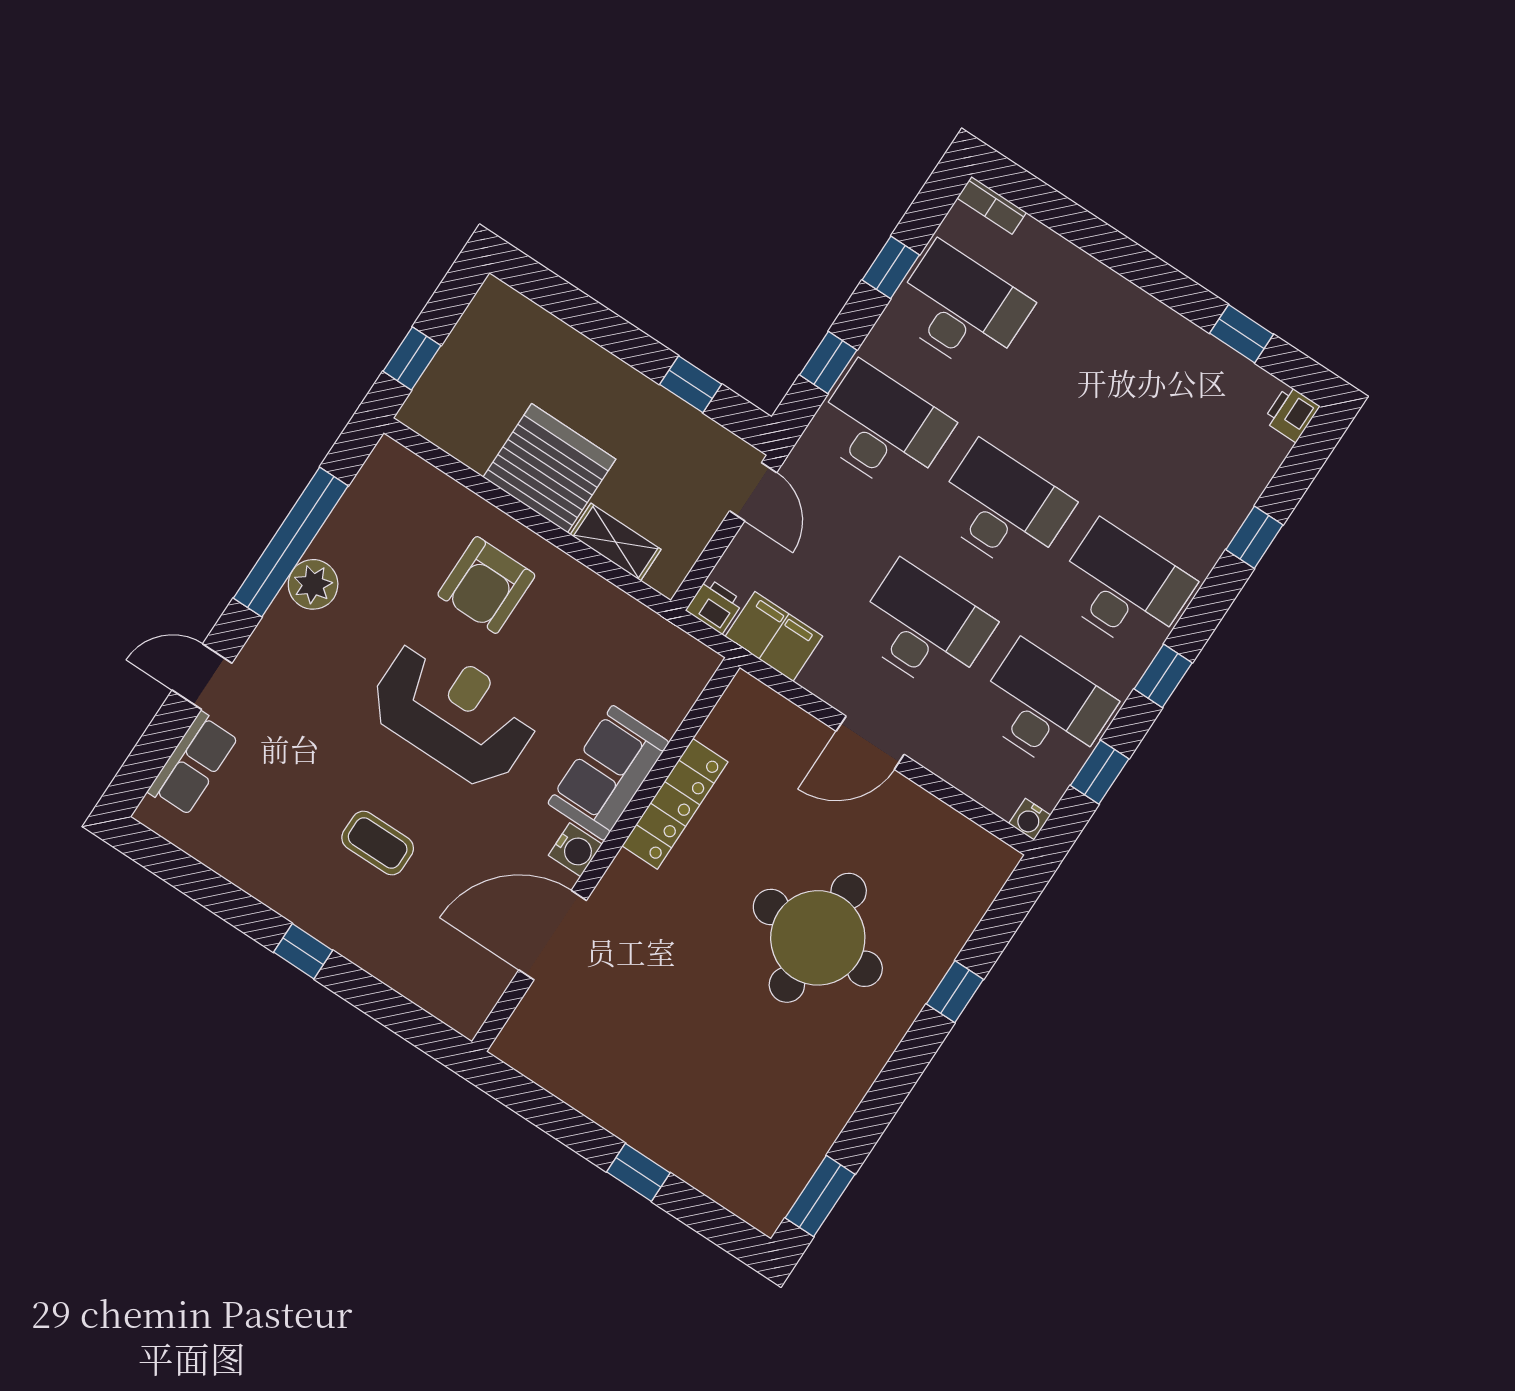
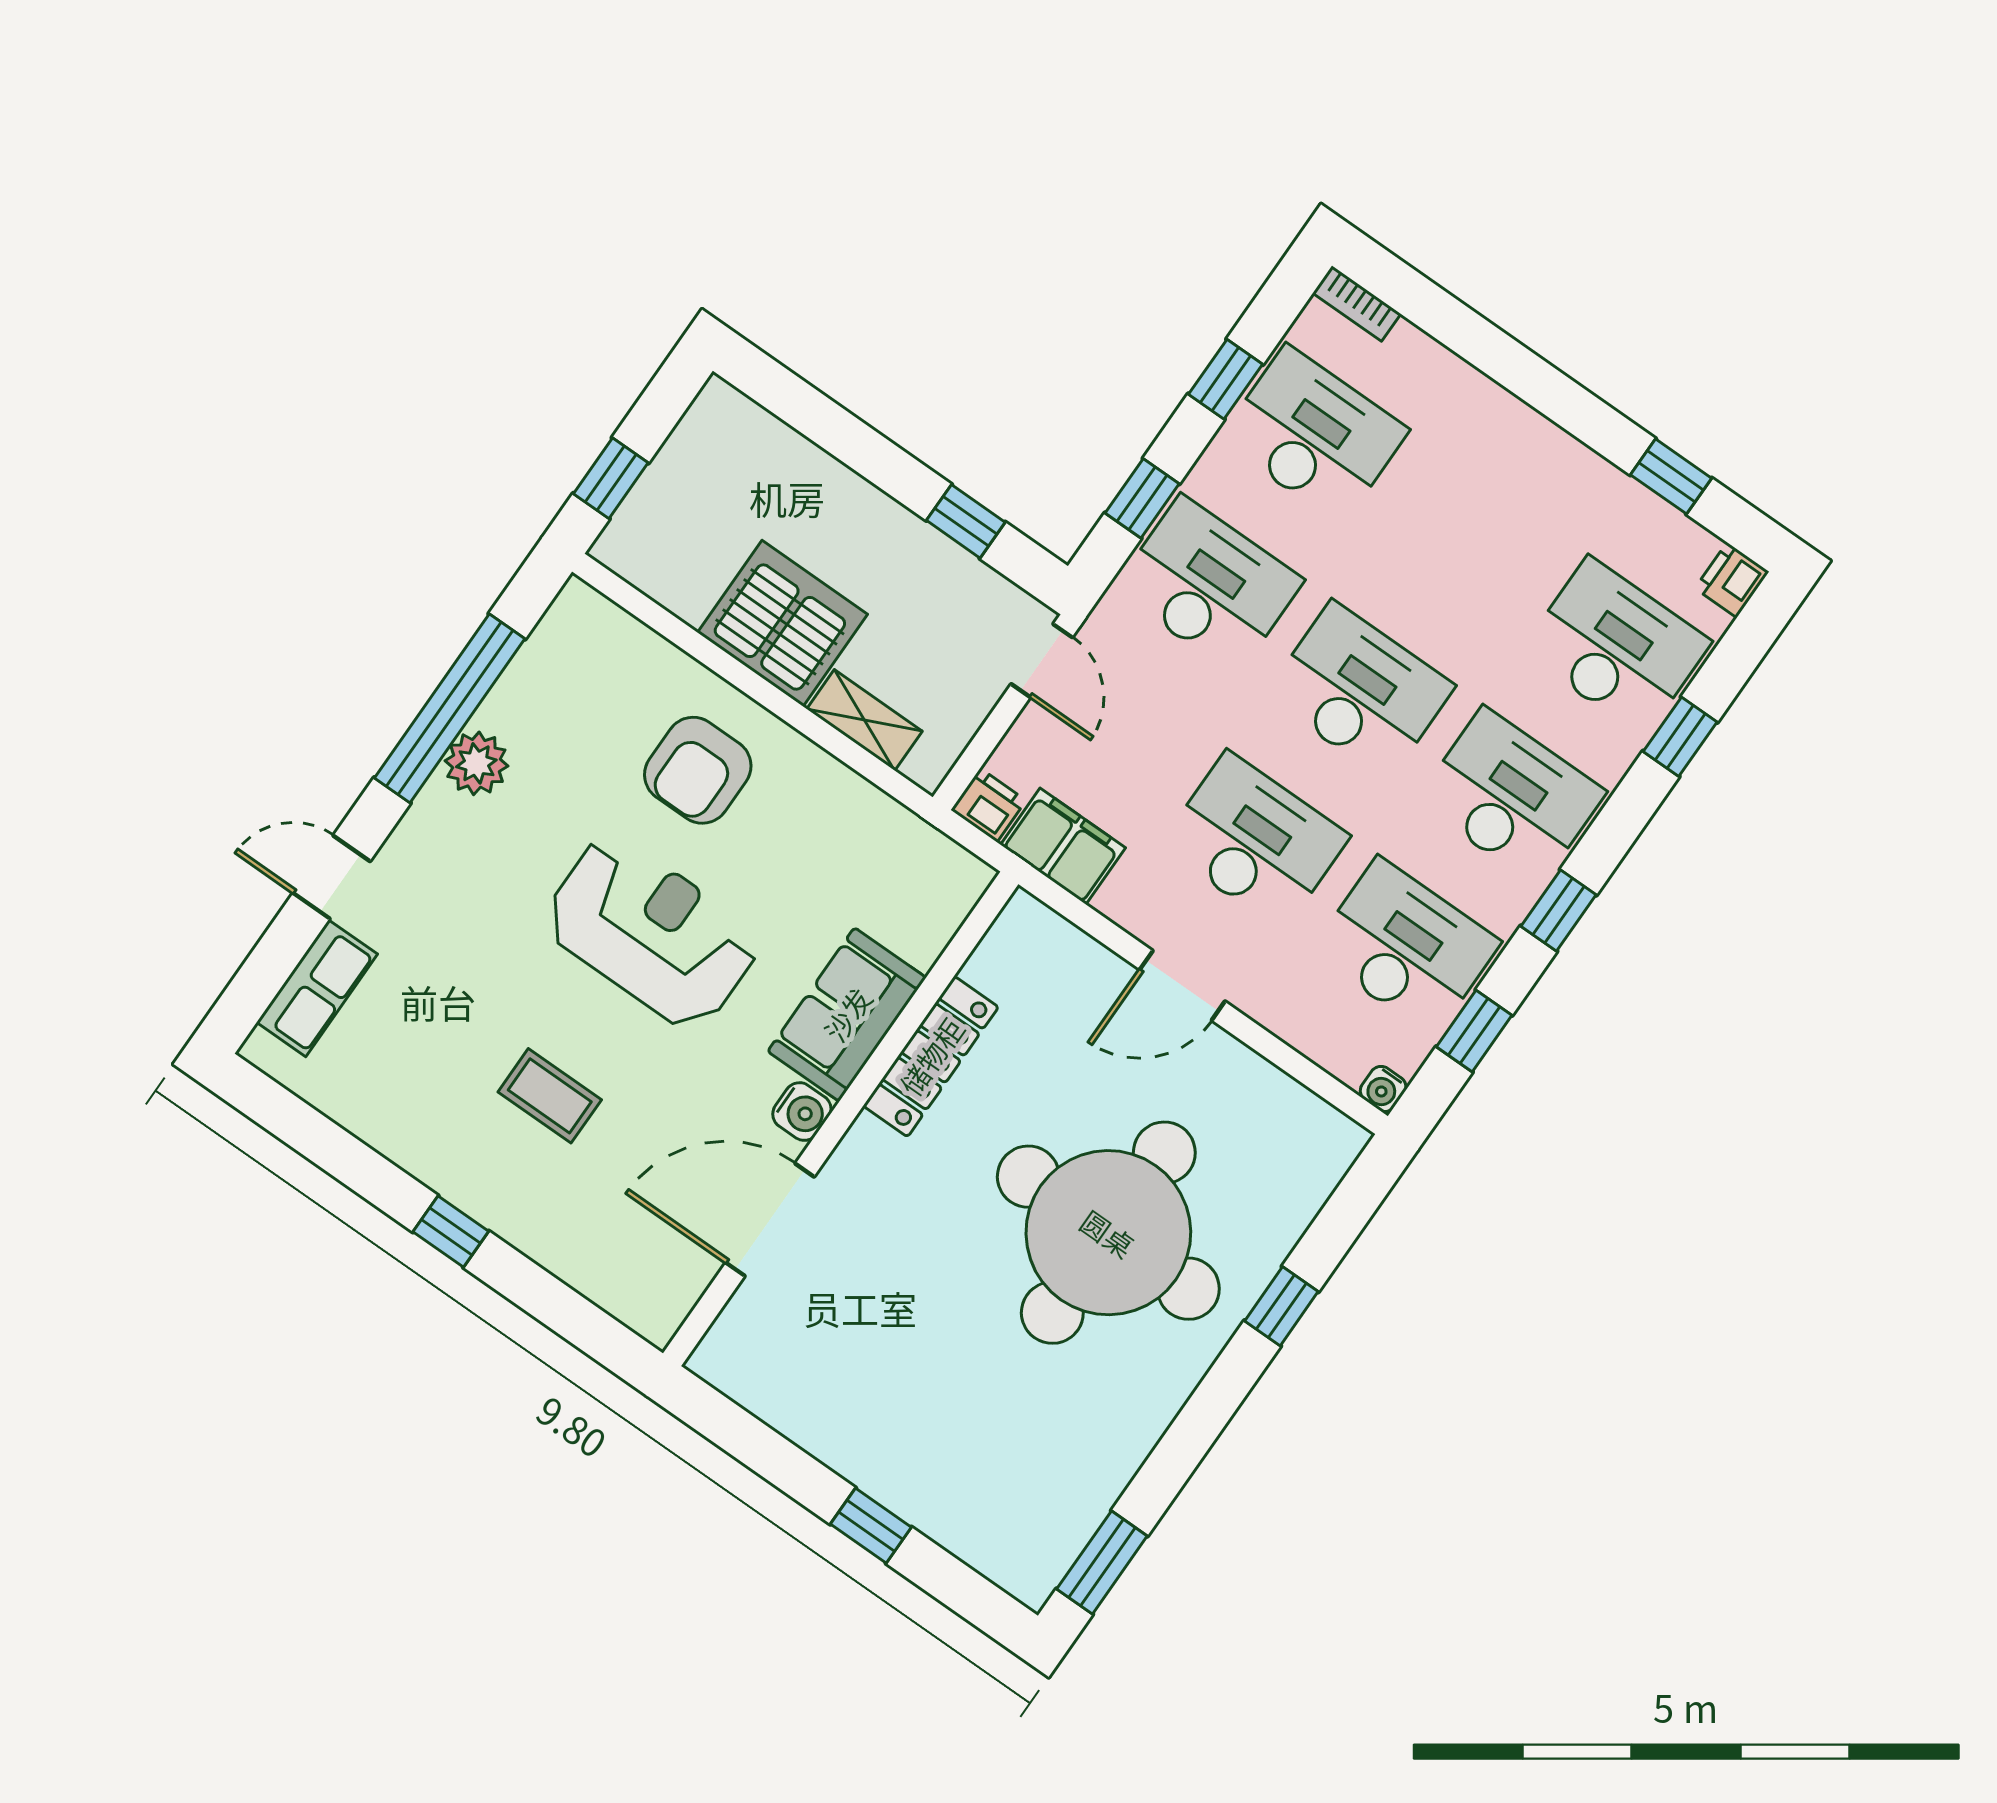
desk: (1202, 468) -> (1616, 646), added
round table: (818, 938) -> (1108, 1233), width x1.36, depth x1.36

